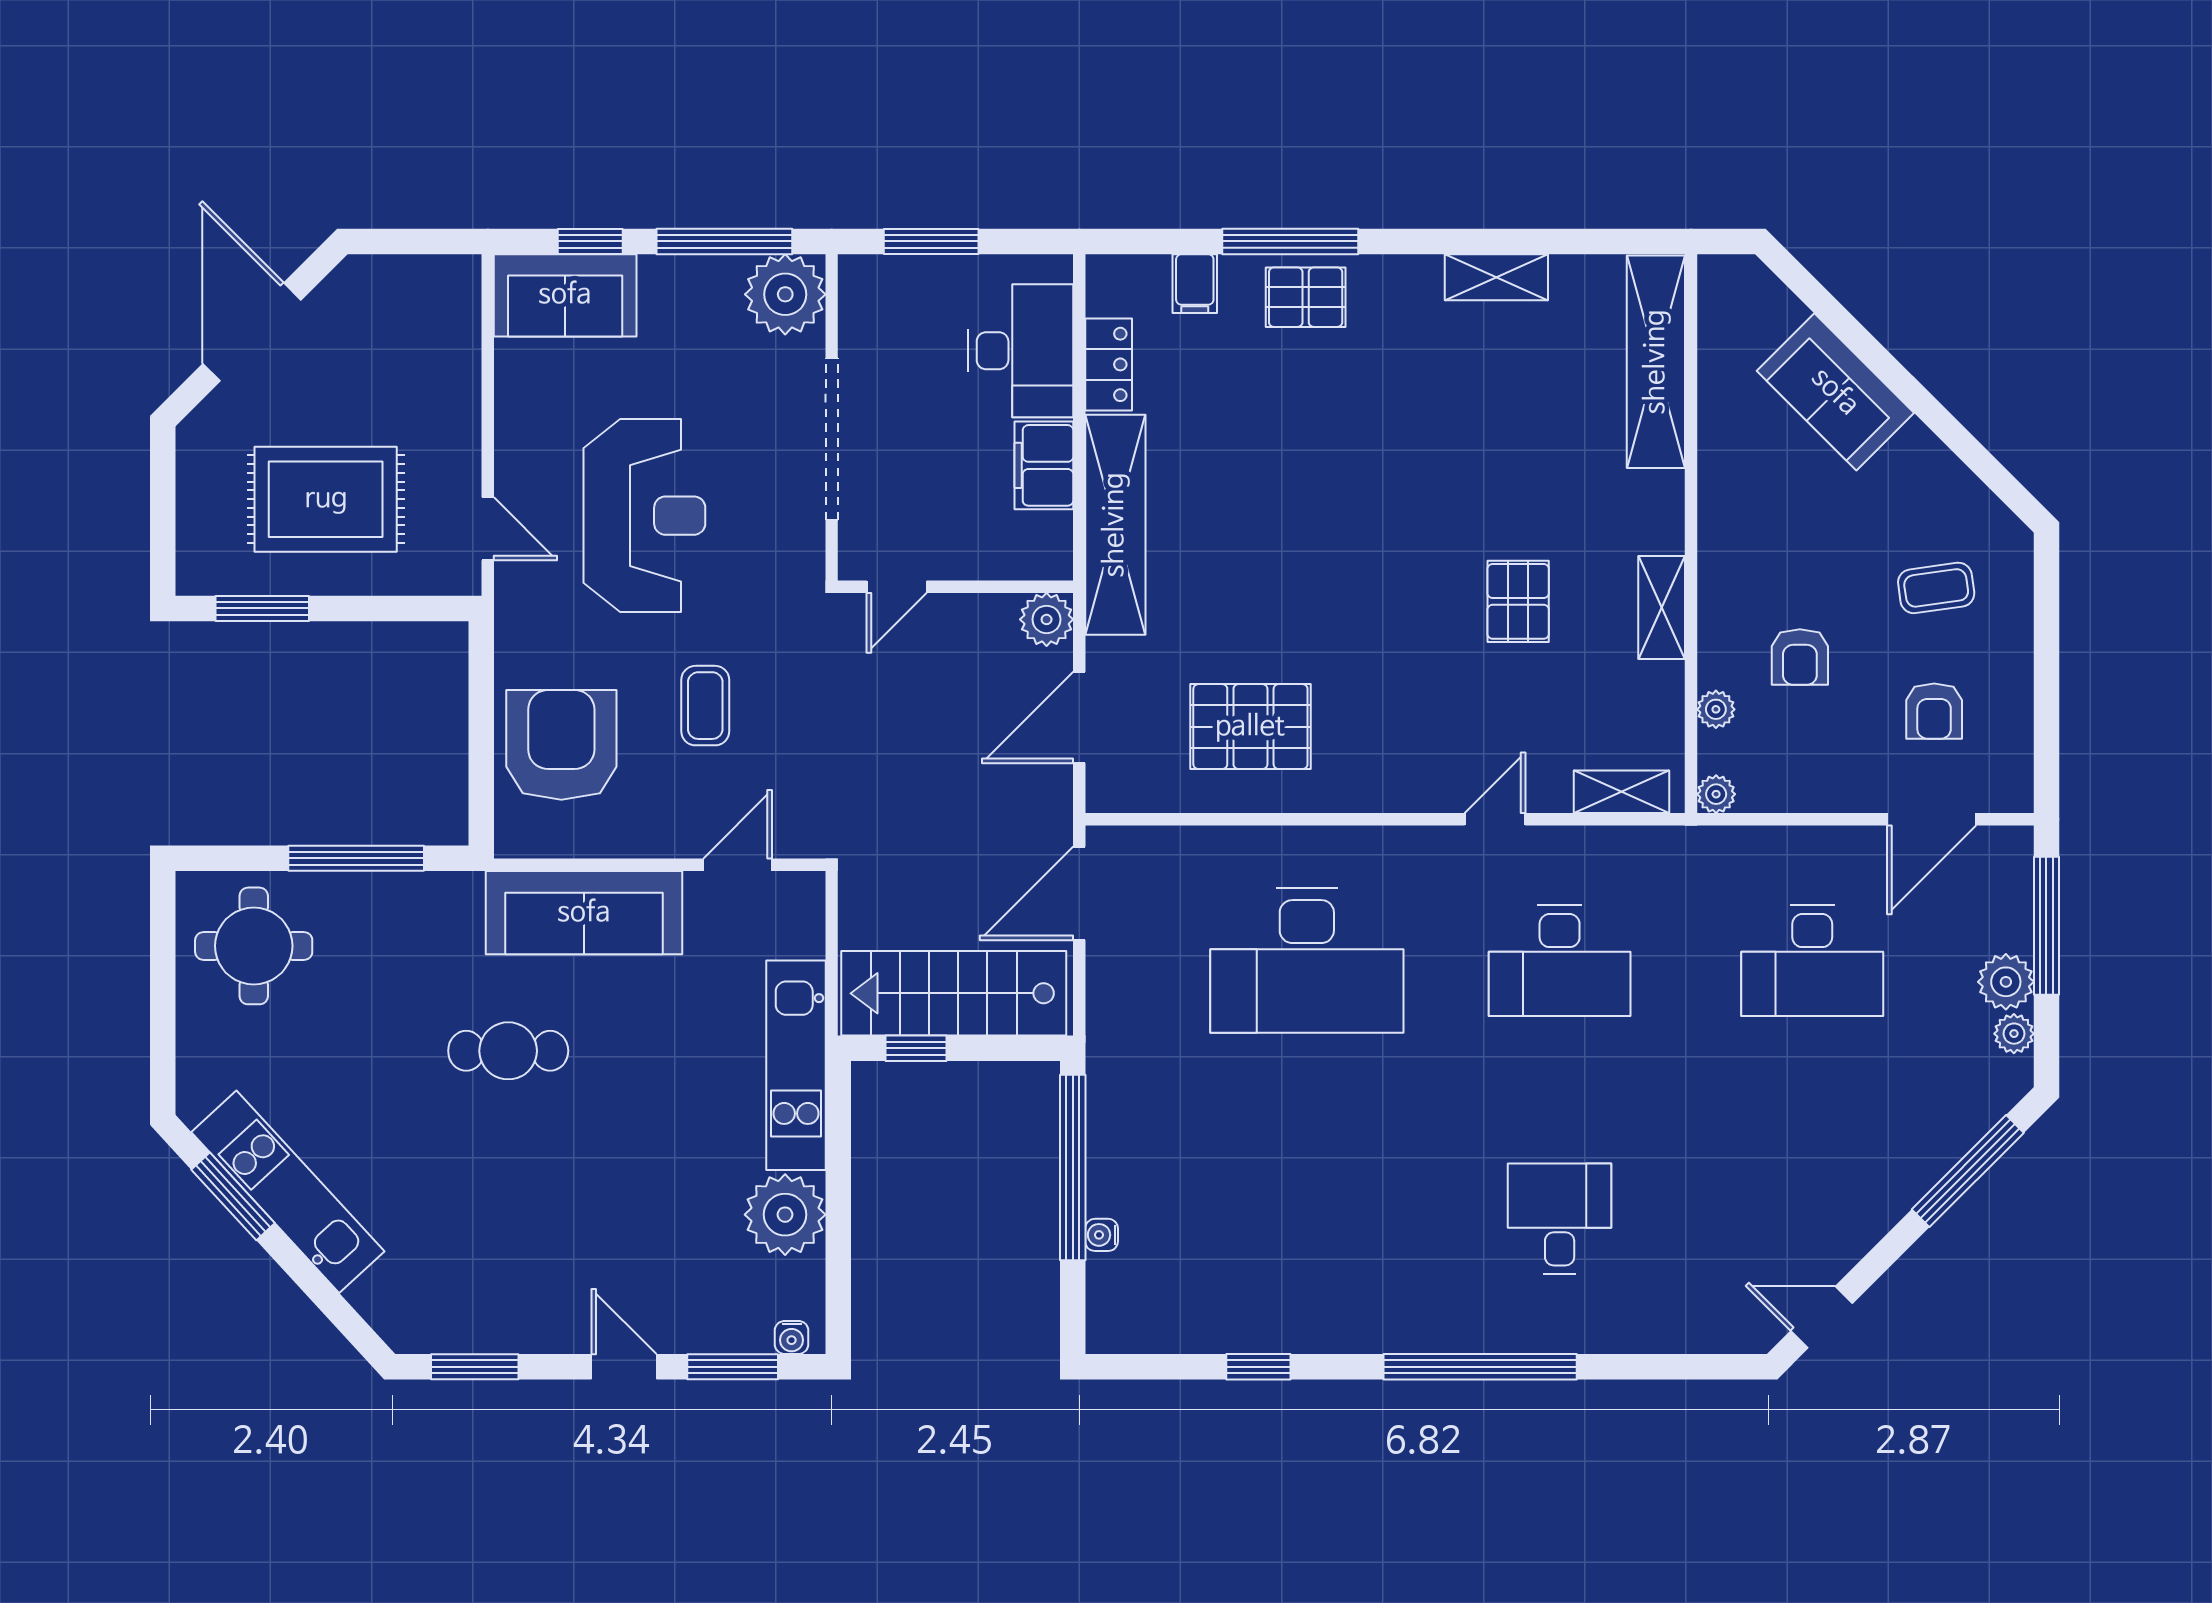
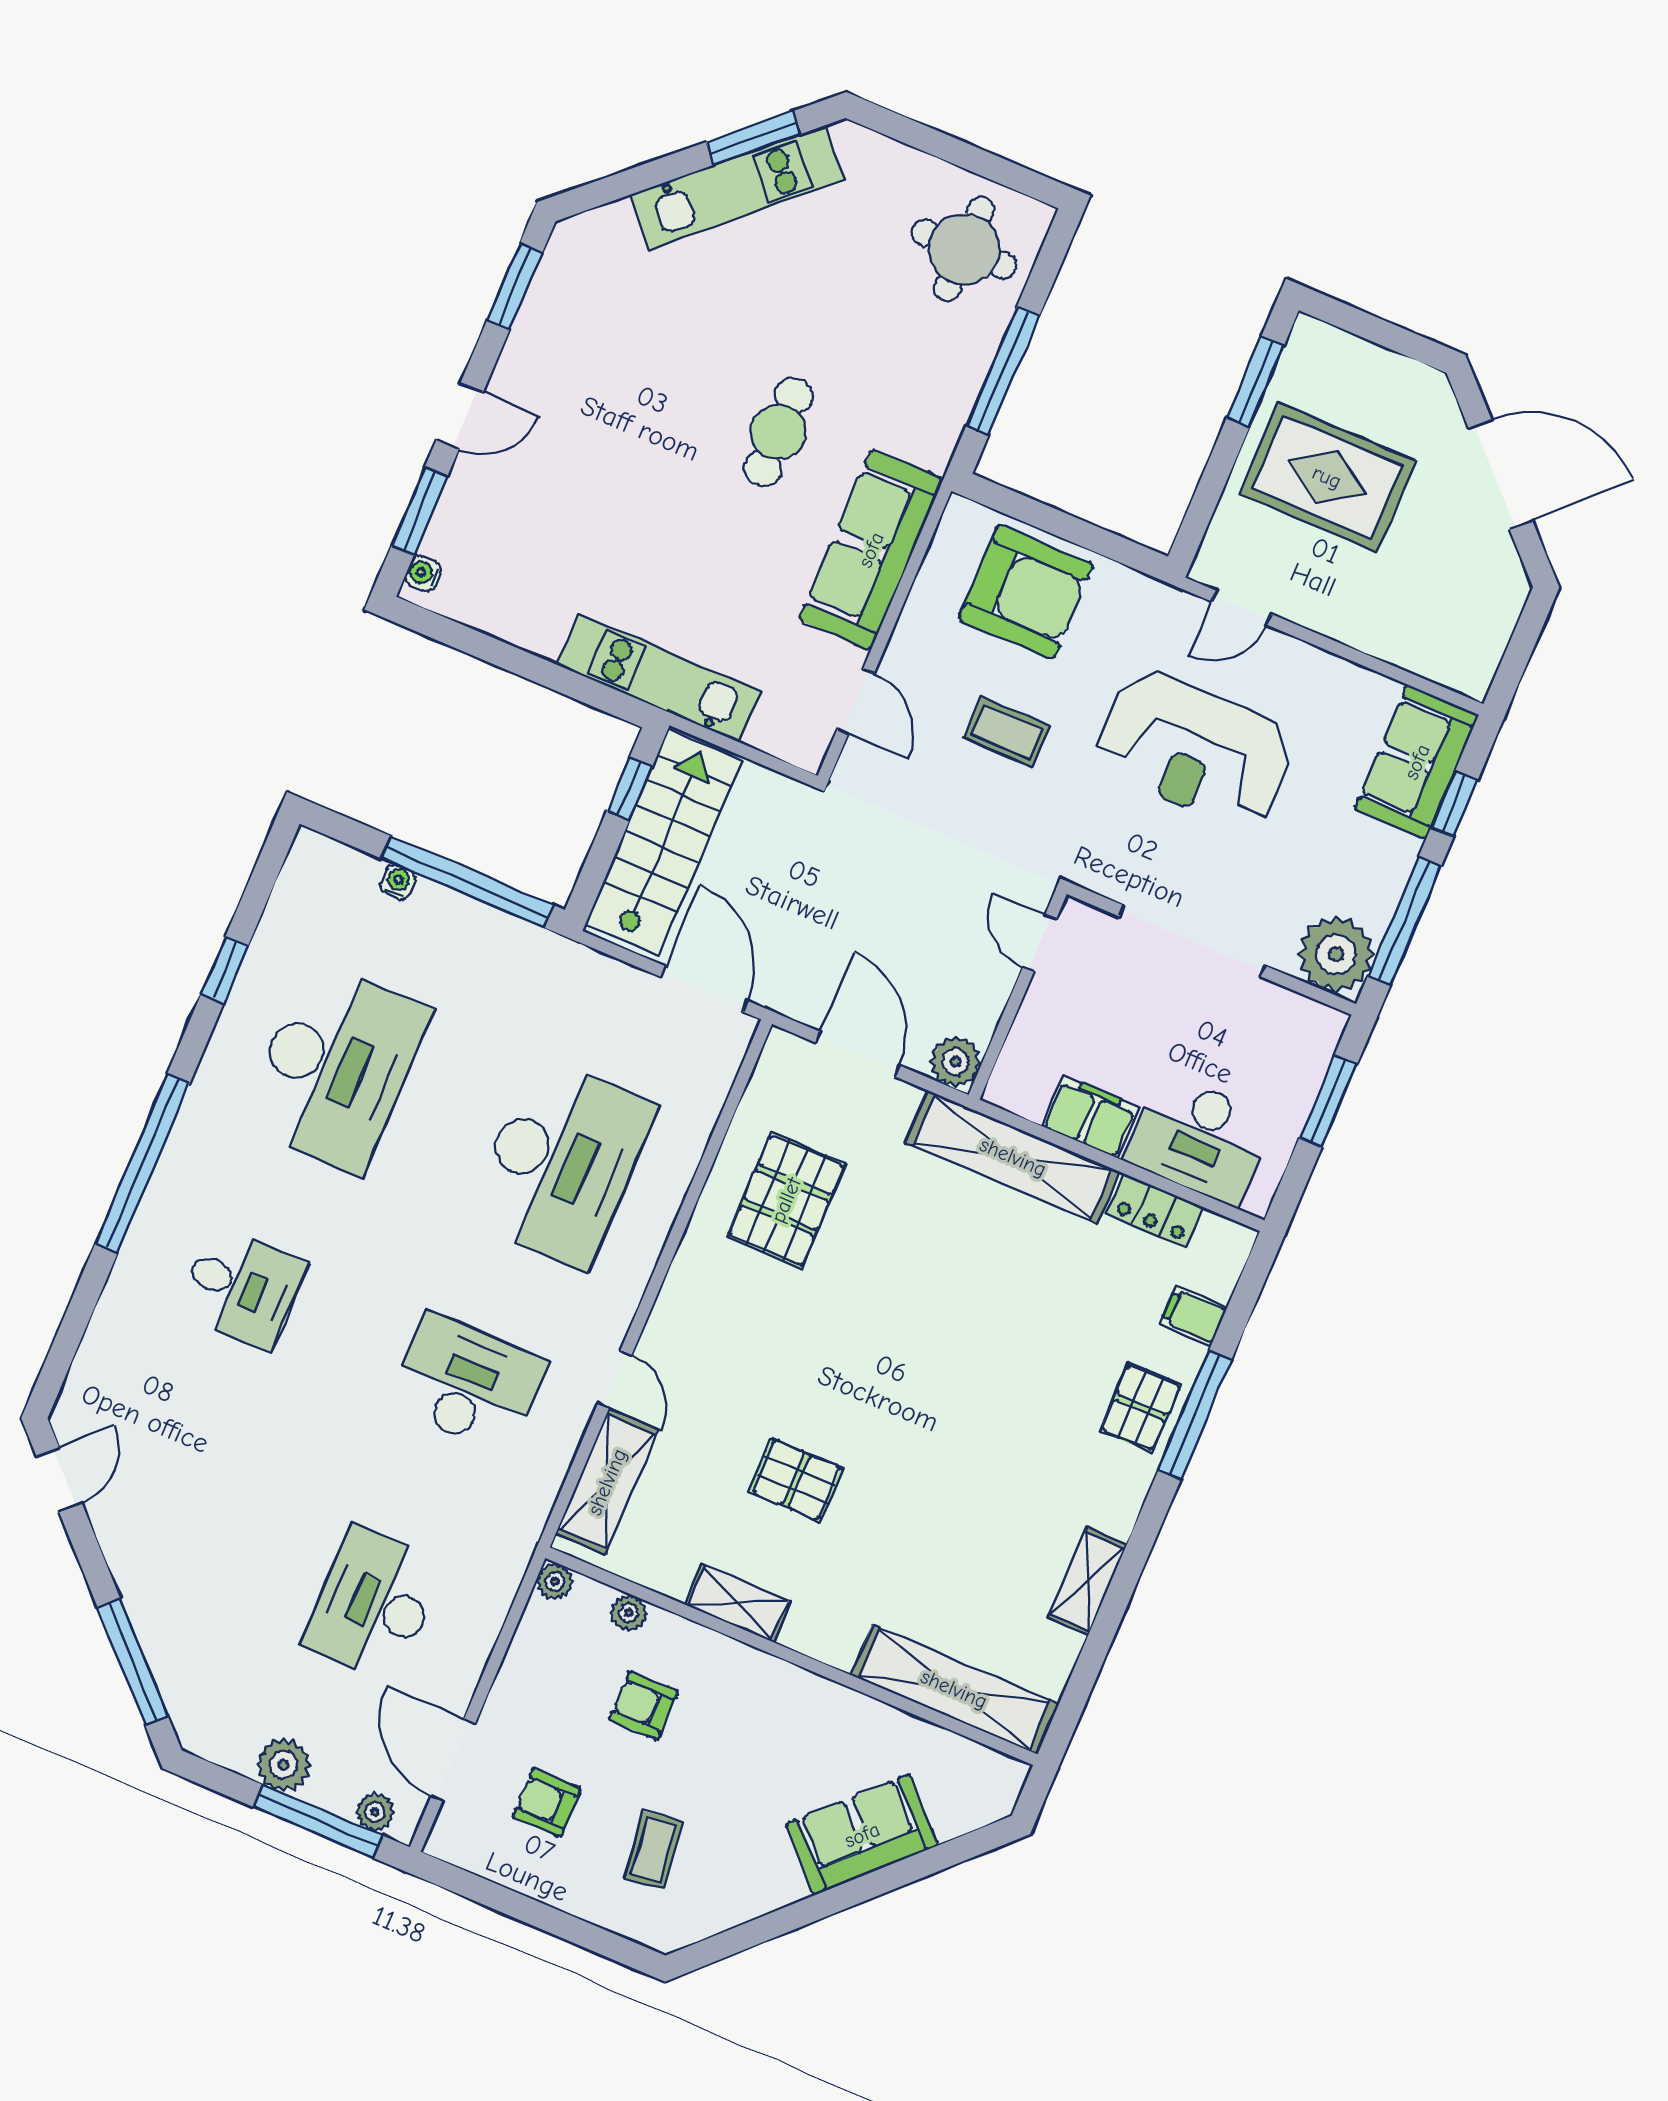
rug: (326, 499) -> (1327, 477), turned 90
shelving: (1622, 792) -> (607, 1482), width x1.50, depth x1.33
desk: (1307, 961) -> (561, 1163), turned 180
desk: (1560, 961) -> (468, 1383), turned 90
plant: (2014, 1034) -> (375, 1812), moved
plant: (785, 1215) -> (533, 613), removed
desk: (1307, 1219) -> (336, 1067), added

